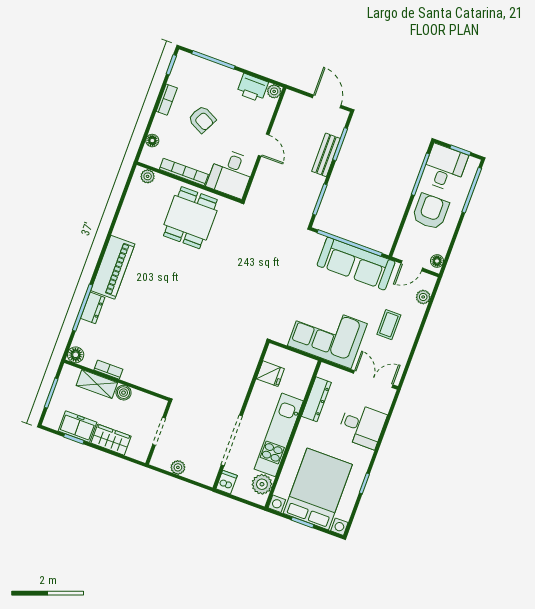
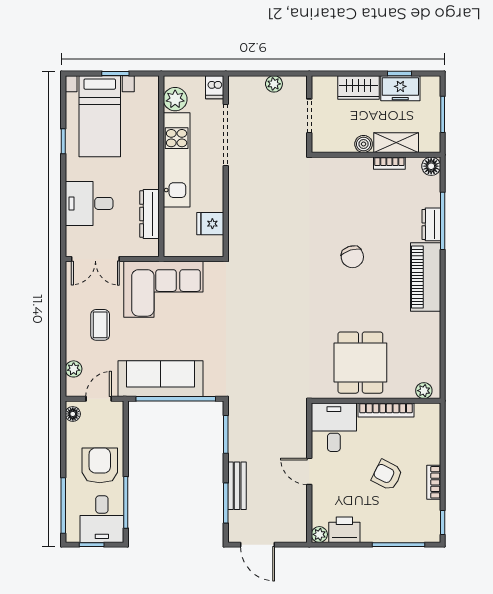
floor lamp: (152, 141) -> (433, 432), removed
armchair: (431, 212) -> (100, 465), turned 180
chair: (166, 305) -> (352, 257), added
bed with nightstands: (318, 489) -> (100, 116), width x0.73

